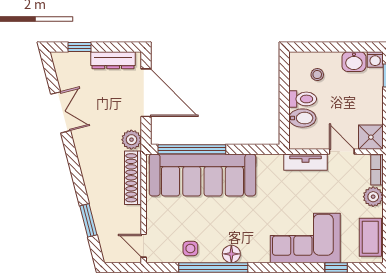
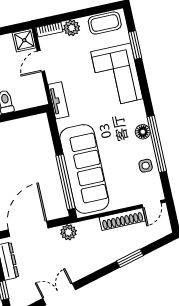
bidet: (302, 118) -> (21, 99), removed
tv unit: (305, 162) -> (58, 100), moved
shoe rack: (133, 178) -> (122, 219), moved
window: (88, 220) -> (130, 258), moved
window: (336, 267) -> (135, 45), width x1.50

